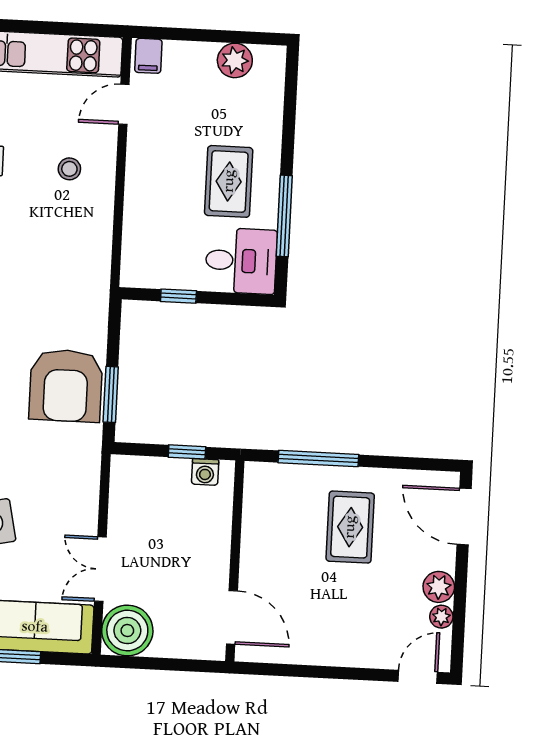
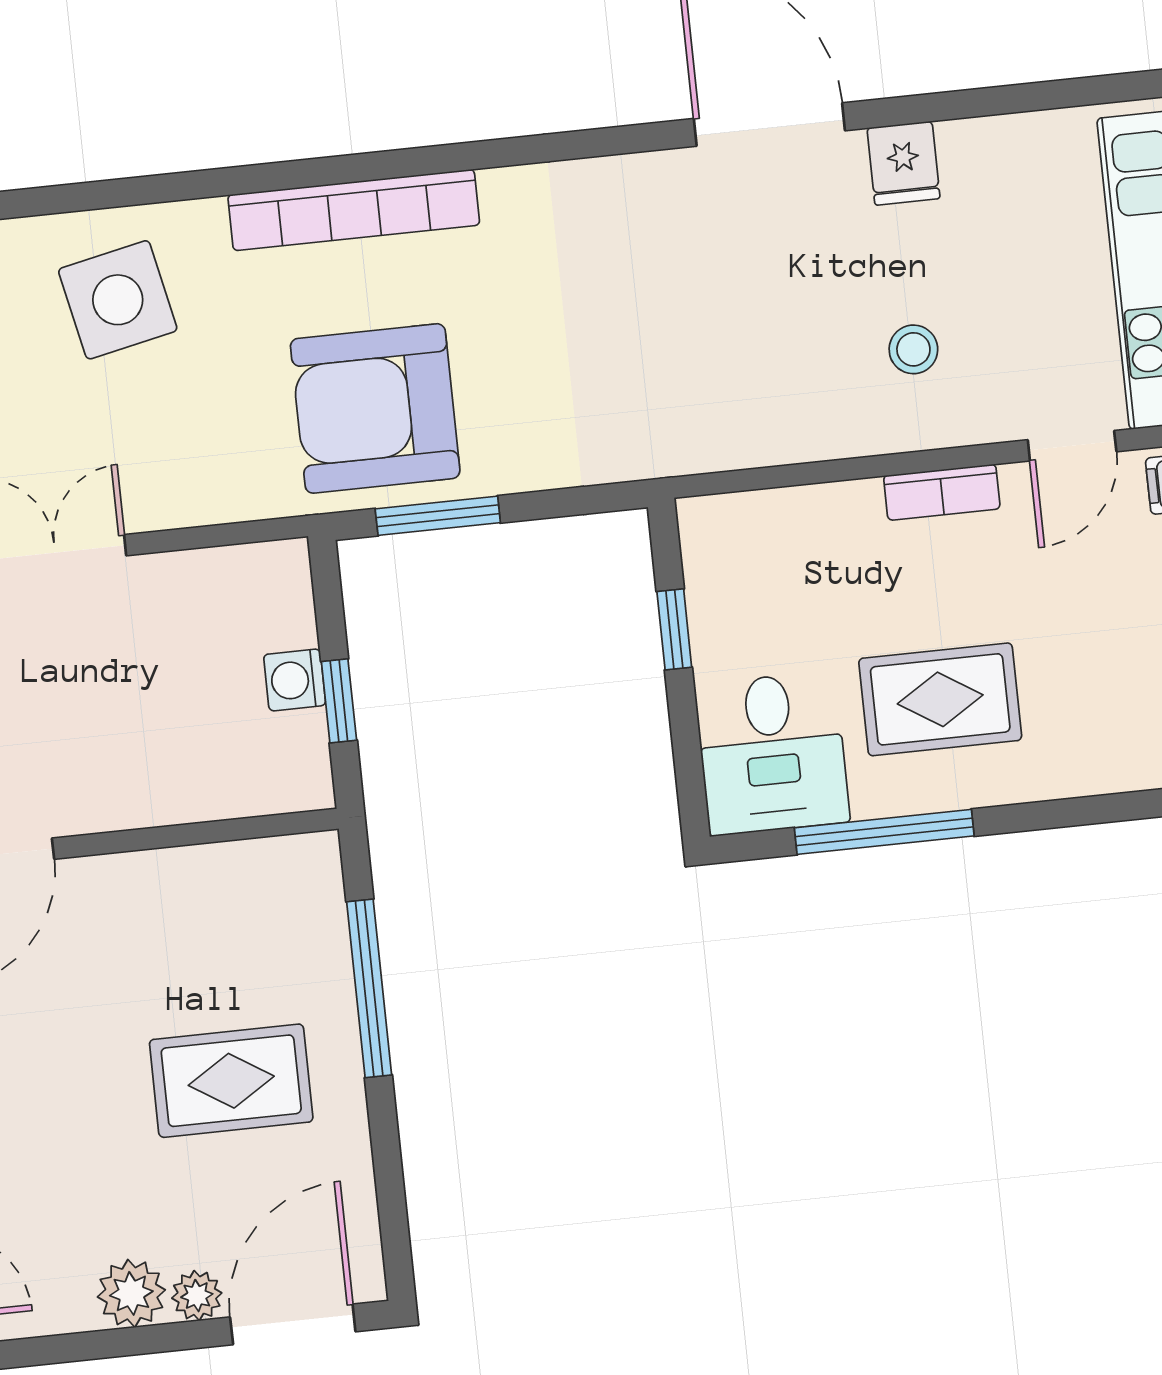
door: (124, 104) -> (1072, 446), swing flipped
bookcase: (136, 166) -> (942, 492), added
armchair: (66, 386) -> (375, 408), moved
washing machine: (205, 472) -> (295, 680), moved
plant: (441, 617) -> (197, 1296), moved

